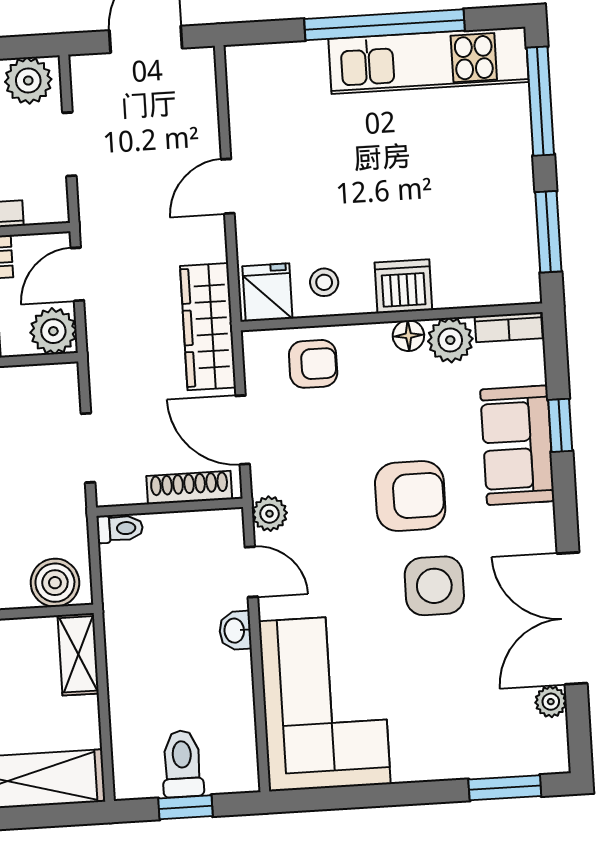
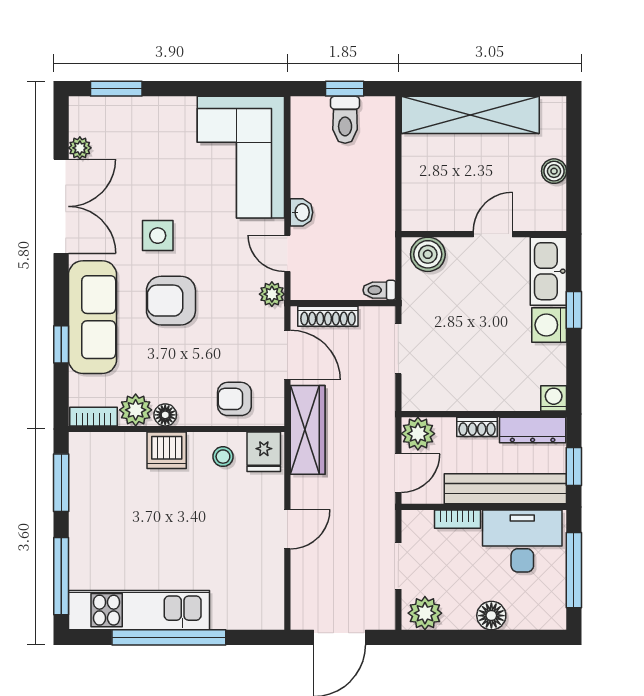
sofa: (517, 445) -> (93, 317), width x1.36
side table: (434, 586) -> (158, 236), width x0.73, depth x0.73
shelving: (78, 654) -> (414, 202), removed

